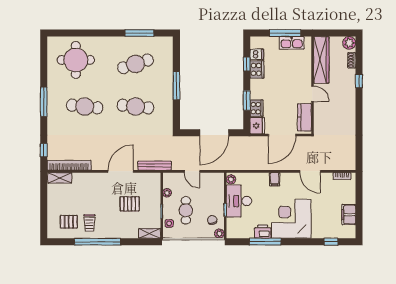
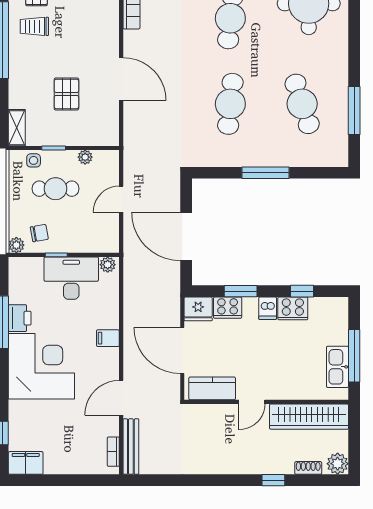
dishwasher: (257, 54) -> (268, 308), moved
bench: (155, 166) -> (131, 446), moved
filing cabinet: (349, 215) -> (26, 463), moved

